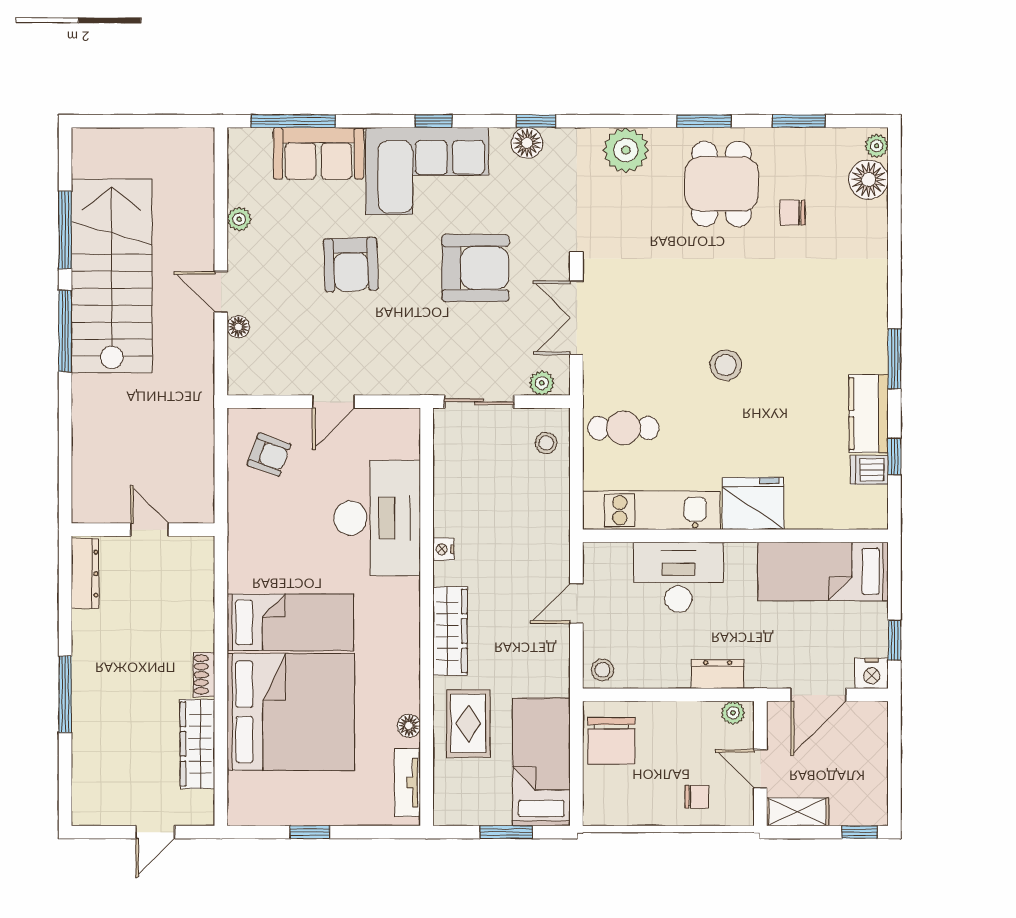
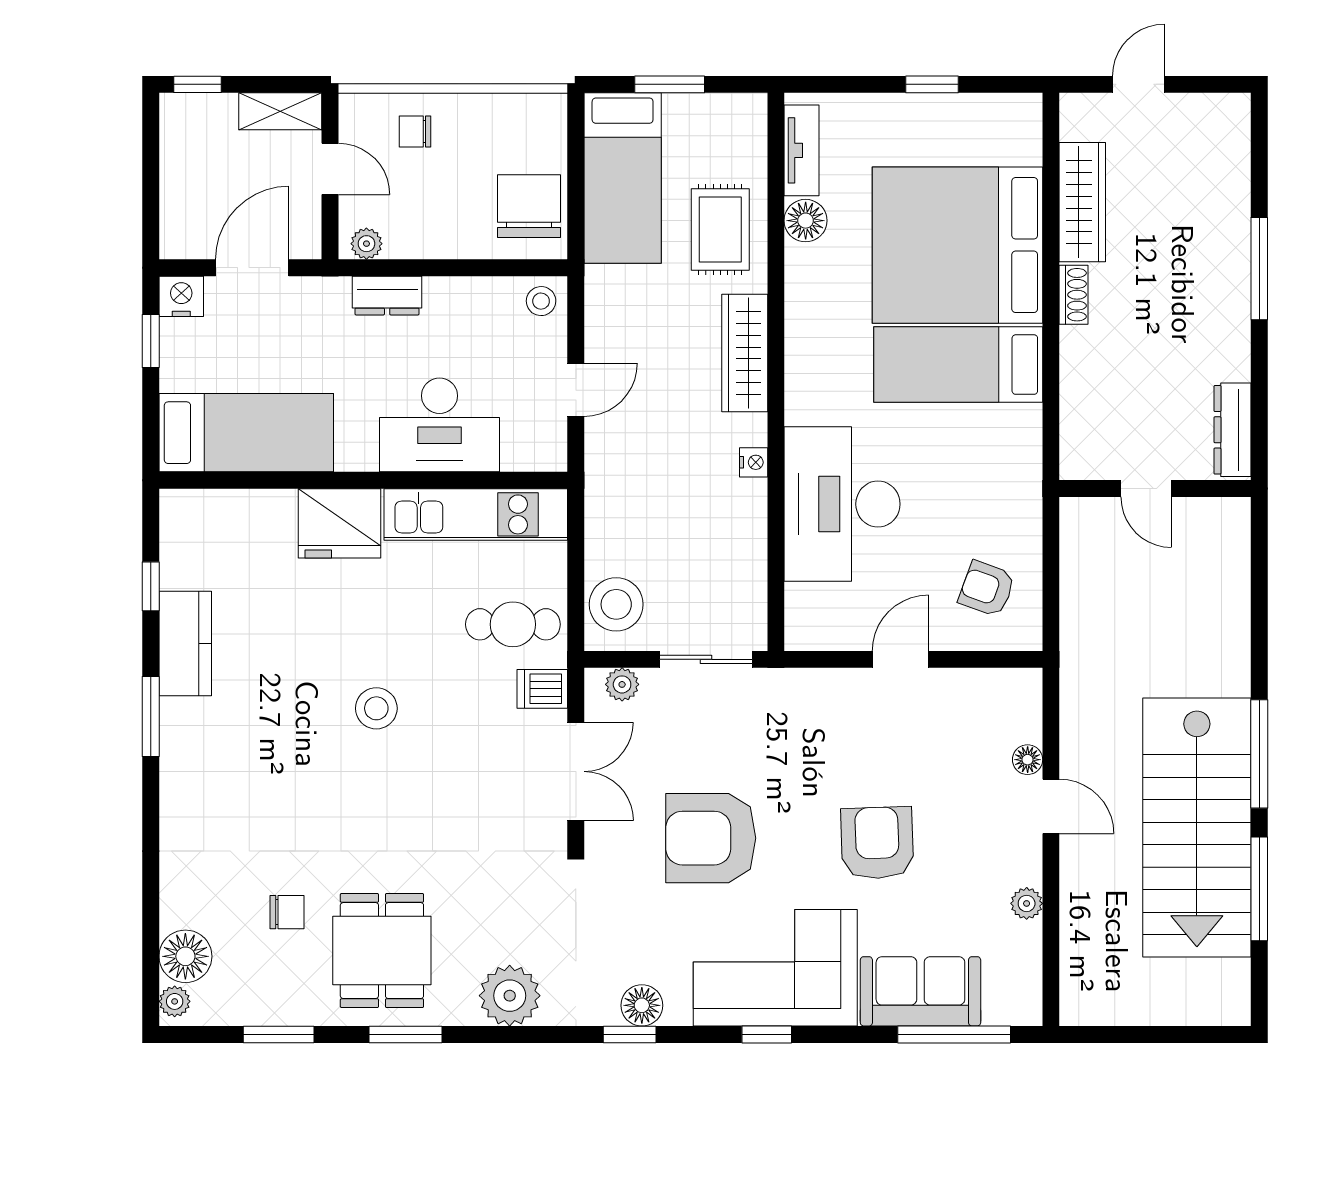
stool: (546, 443) -> (616, 604), width x1.89, depth x1.89
dishwasher: (869, 470) -> (542, 689), moved, turned 180
floor lamp: (409, 726) -> (806, 221), width x1.37, depth x1.37

